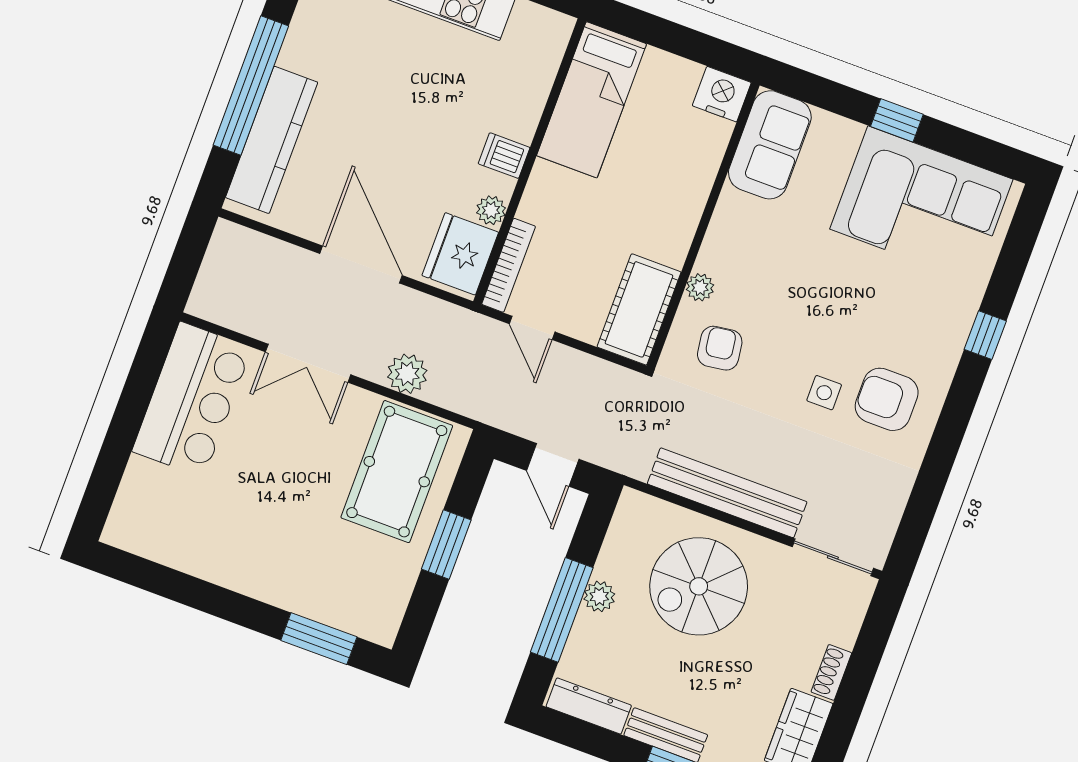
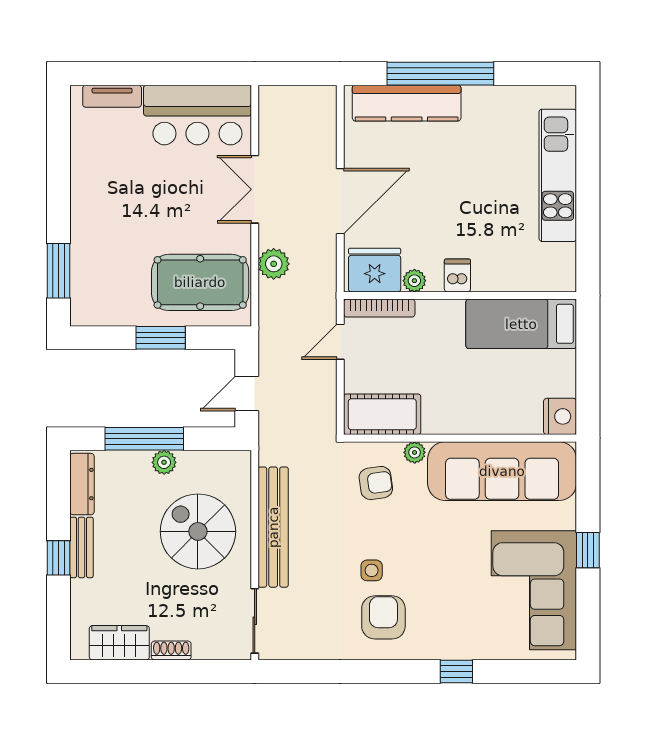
sofa: (770, 145) -> (502, 471), width x1.85, depth x1.27
tv unit: (131, 495) -> (112, 96), added

